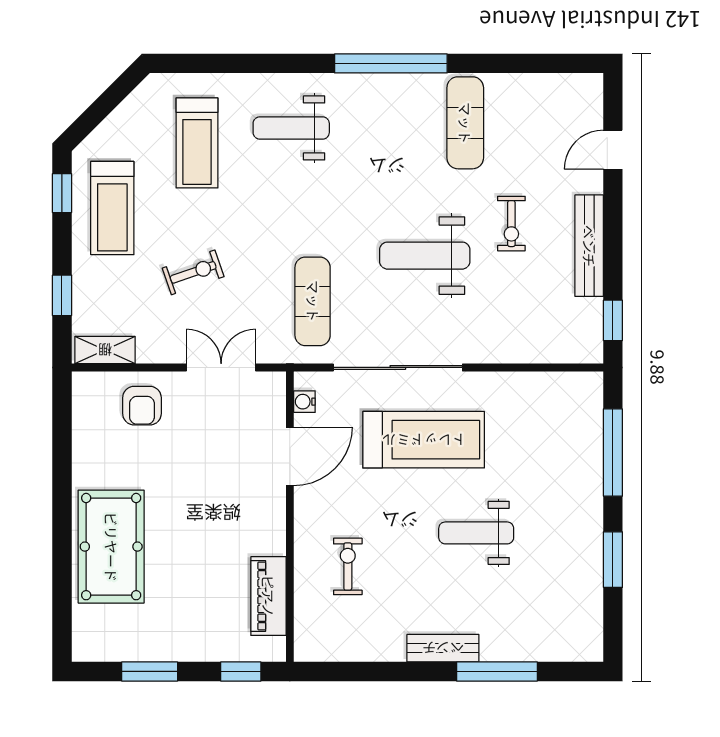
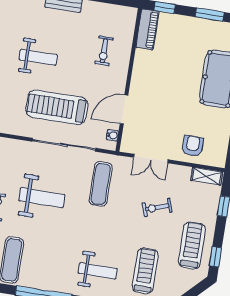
piano: (268, 596) -> (147, 29), moved

